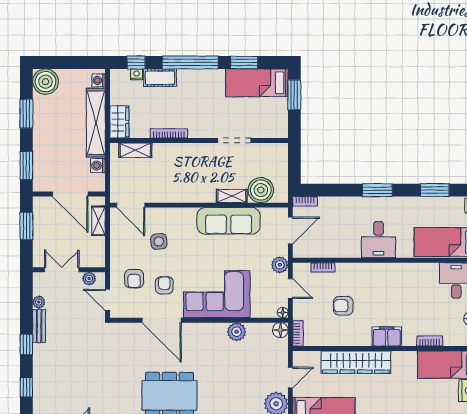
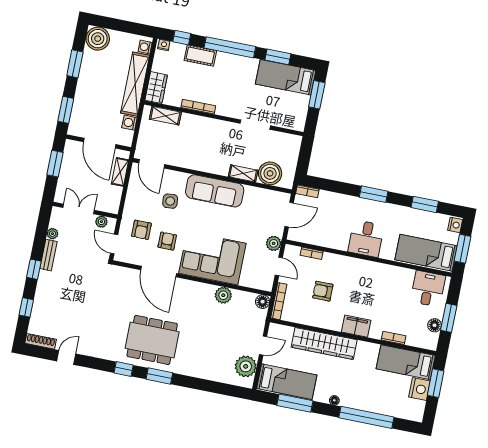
nightstand: (137, 74) -> (164, 45), moved
sofa: (229, 221) -> (215, 191), moved
floor lamp: (283, 313) -> (268, 286), removed
bookcase: (298, 333) -> (279, 301), width x1.56

